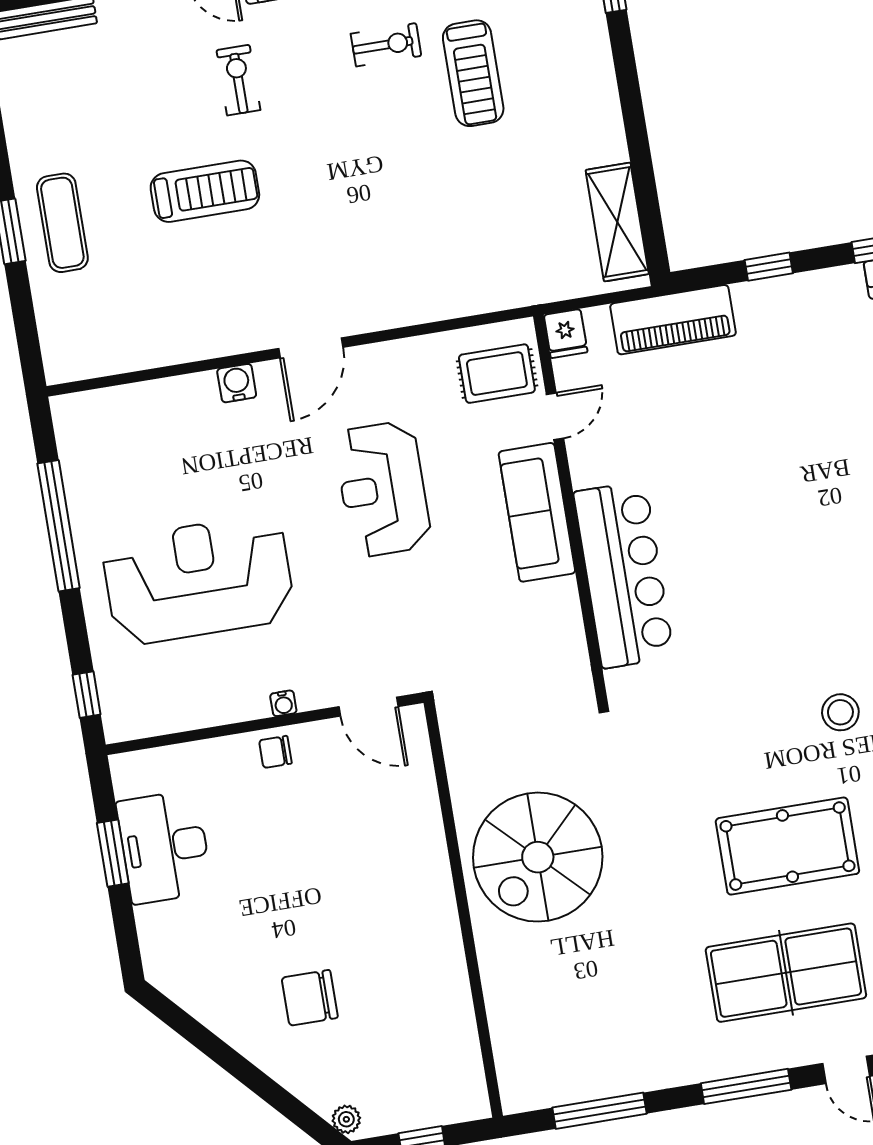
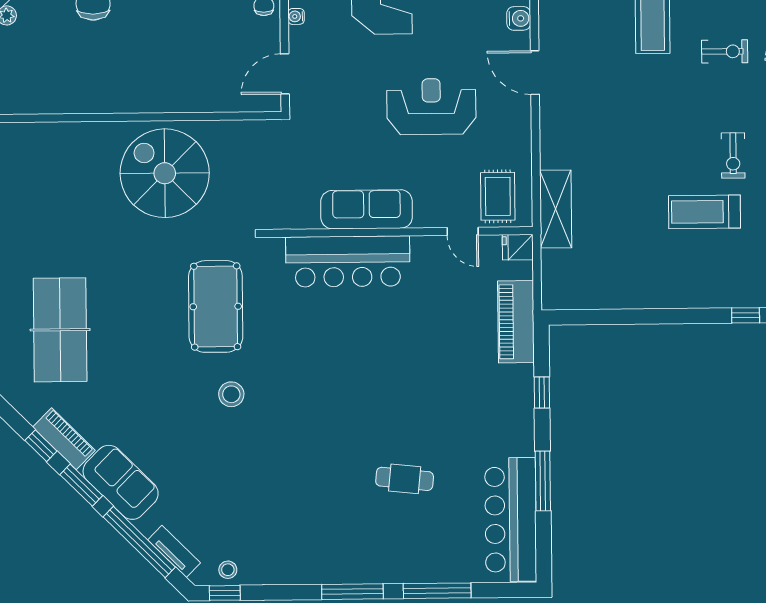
shelving: (617, 222) -> (556, 209), moved, turned 90
sofa: (537, 512) -> (367, 209), moved
pool table: (787, 846) -> (216, 306), moved

